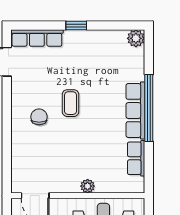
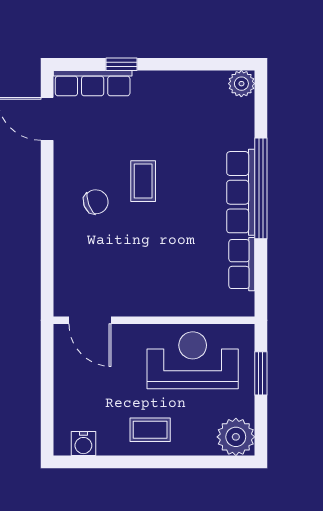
window: (76, 25) -> (121, 64), moved
chair: (39, 117) -> (96, 202), turned 69
plant: (88, 186) -> (169, 306), removed

